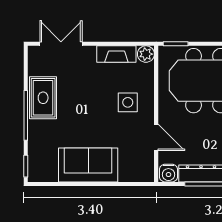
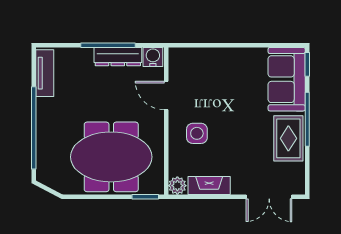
sofa: (88, 165) -> (287, 79), moved, turned 90

